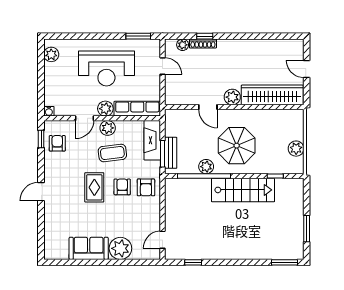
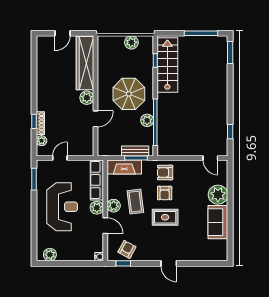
armchair: (57, 143) -> (127, 249), turned 118
armchair: (122, 187) -> (165, 193), turned -90
armchair: (146, 187) -> (165, 172), turned 180
stairs: (243, 190) -> (167, 65), moved
window: (307, 229) -> (201, 33), width x1.44

